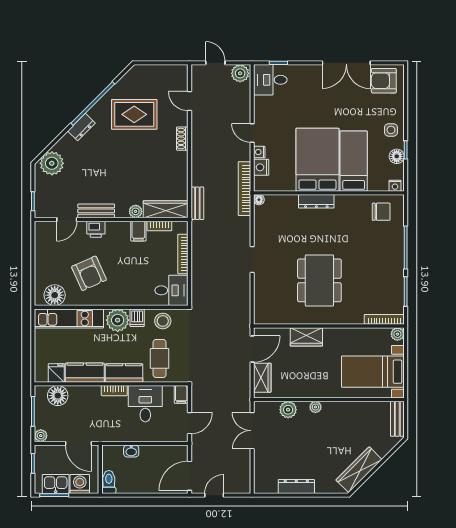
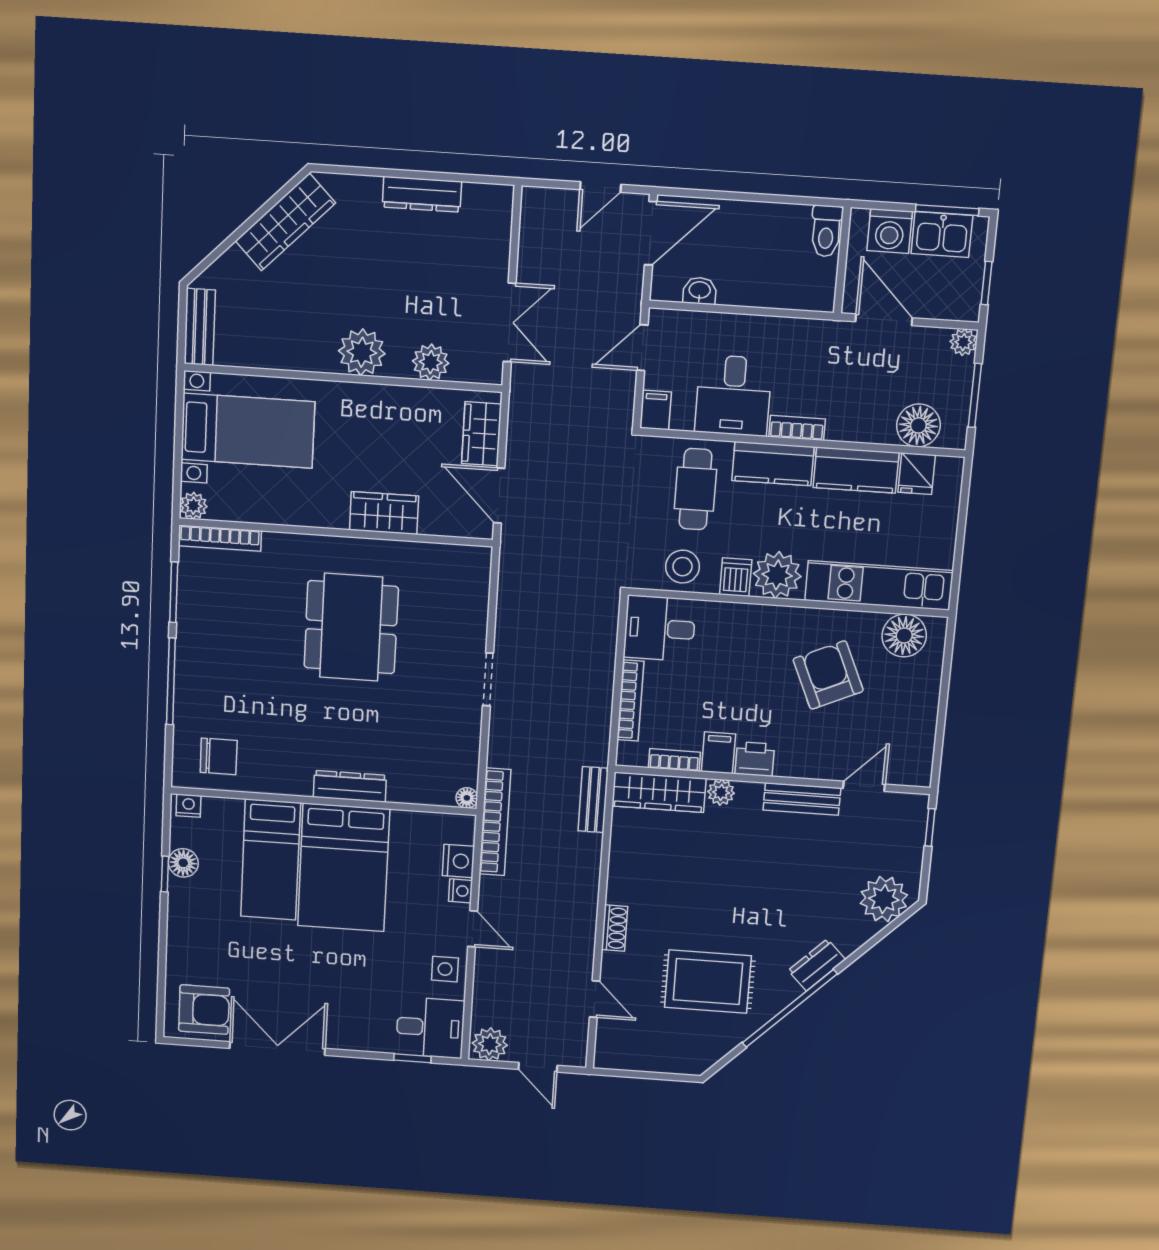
side table: (391, 130) -> (445, 969), moved
chair: (381, 212) -> (219, 756), turned 180
printer: (96, 229) -> (755, 759), moved
door: (252, 349) -> (499, 496), hinge flipped
plant: (315, 407) -> (362, 352), width x1.88, depth x1.88
washbasin: (131, 451) -> (700, 291), moved

